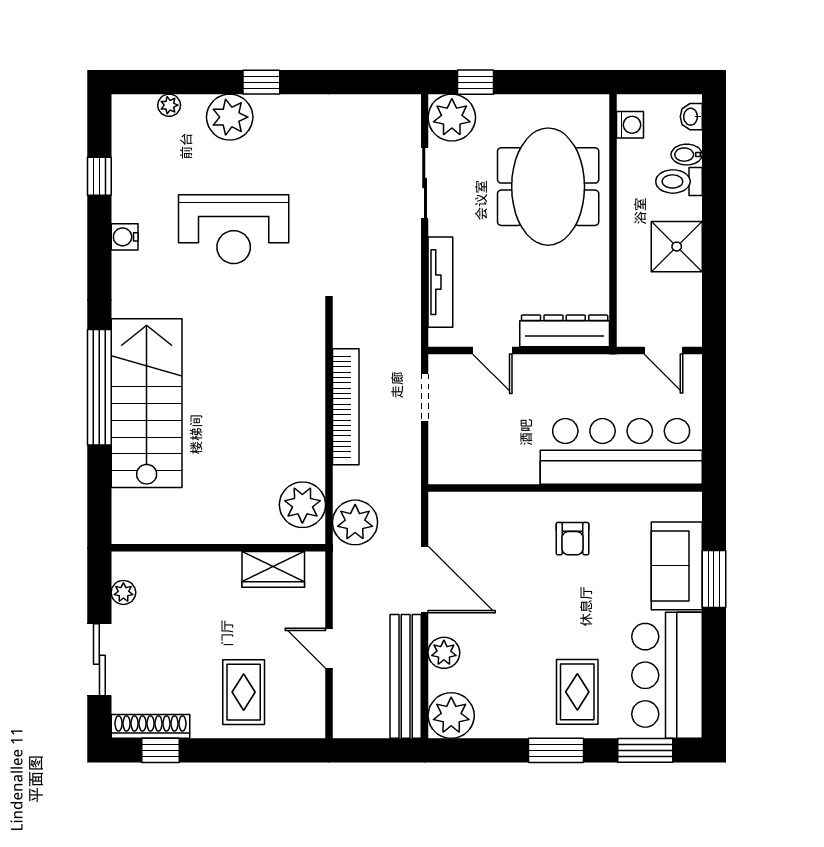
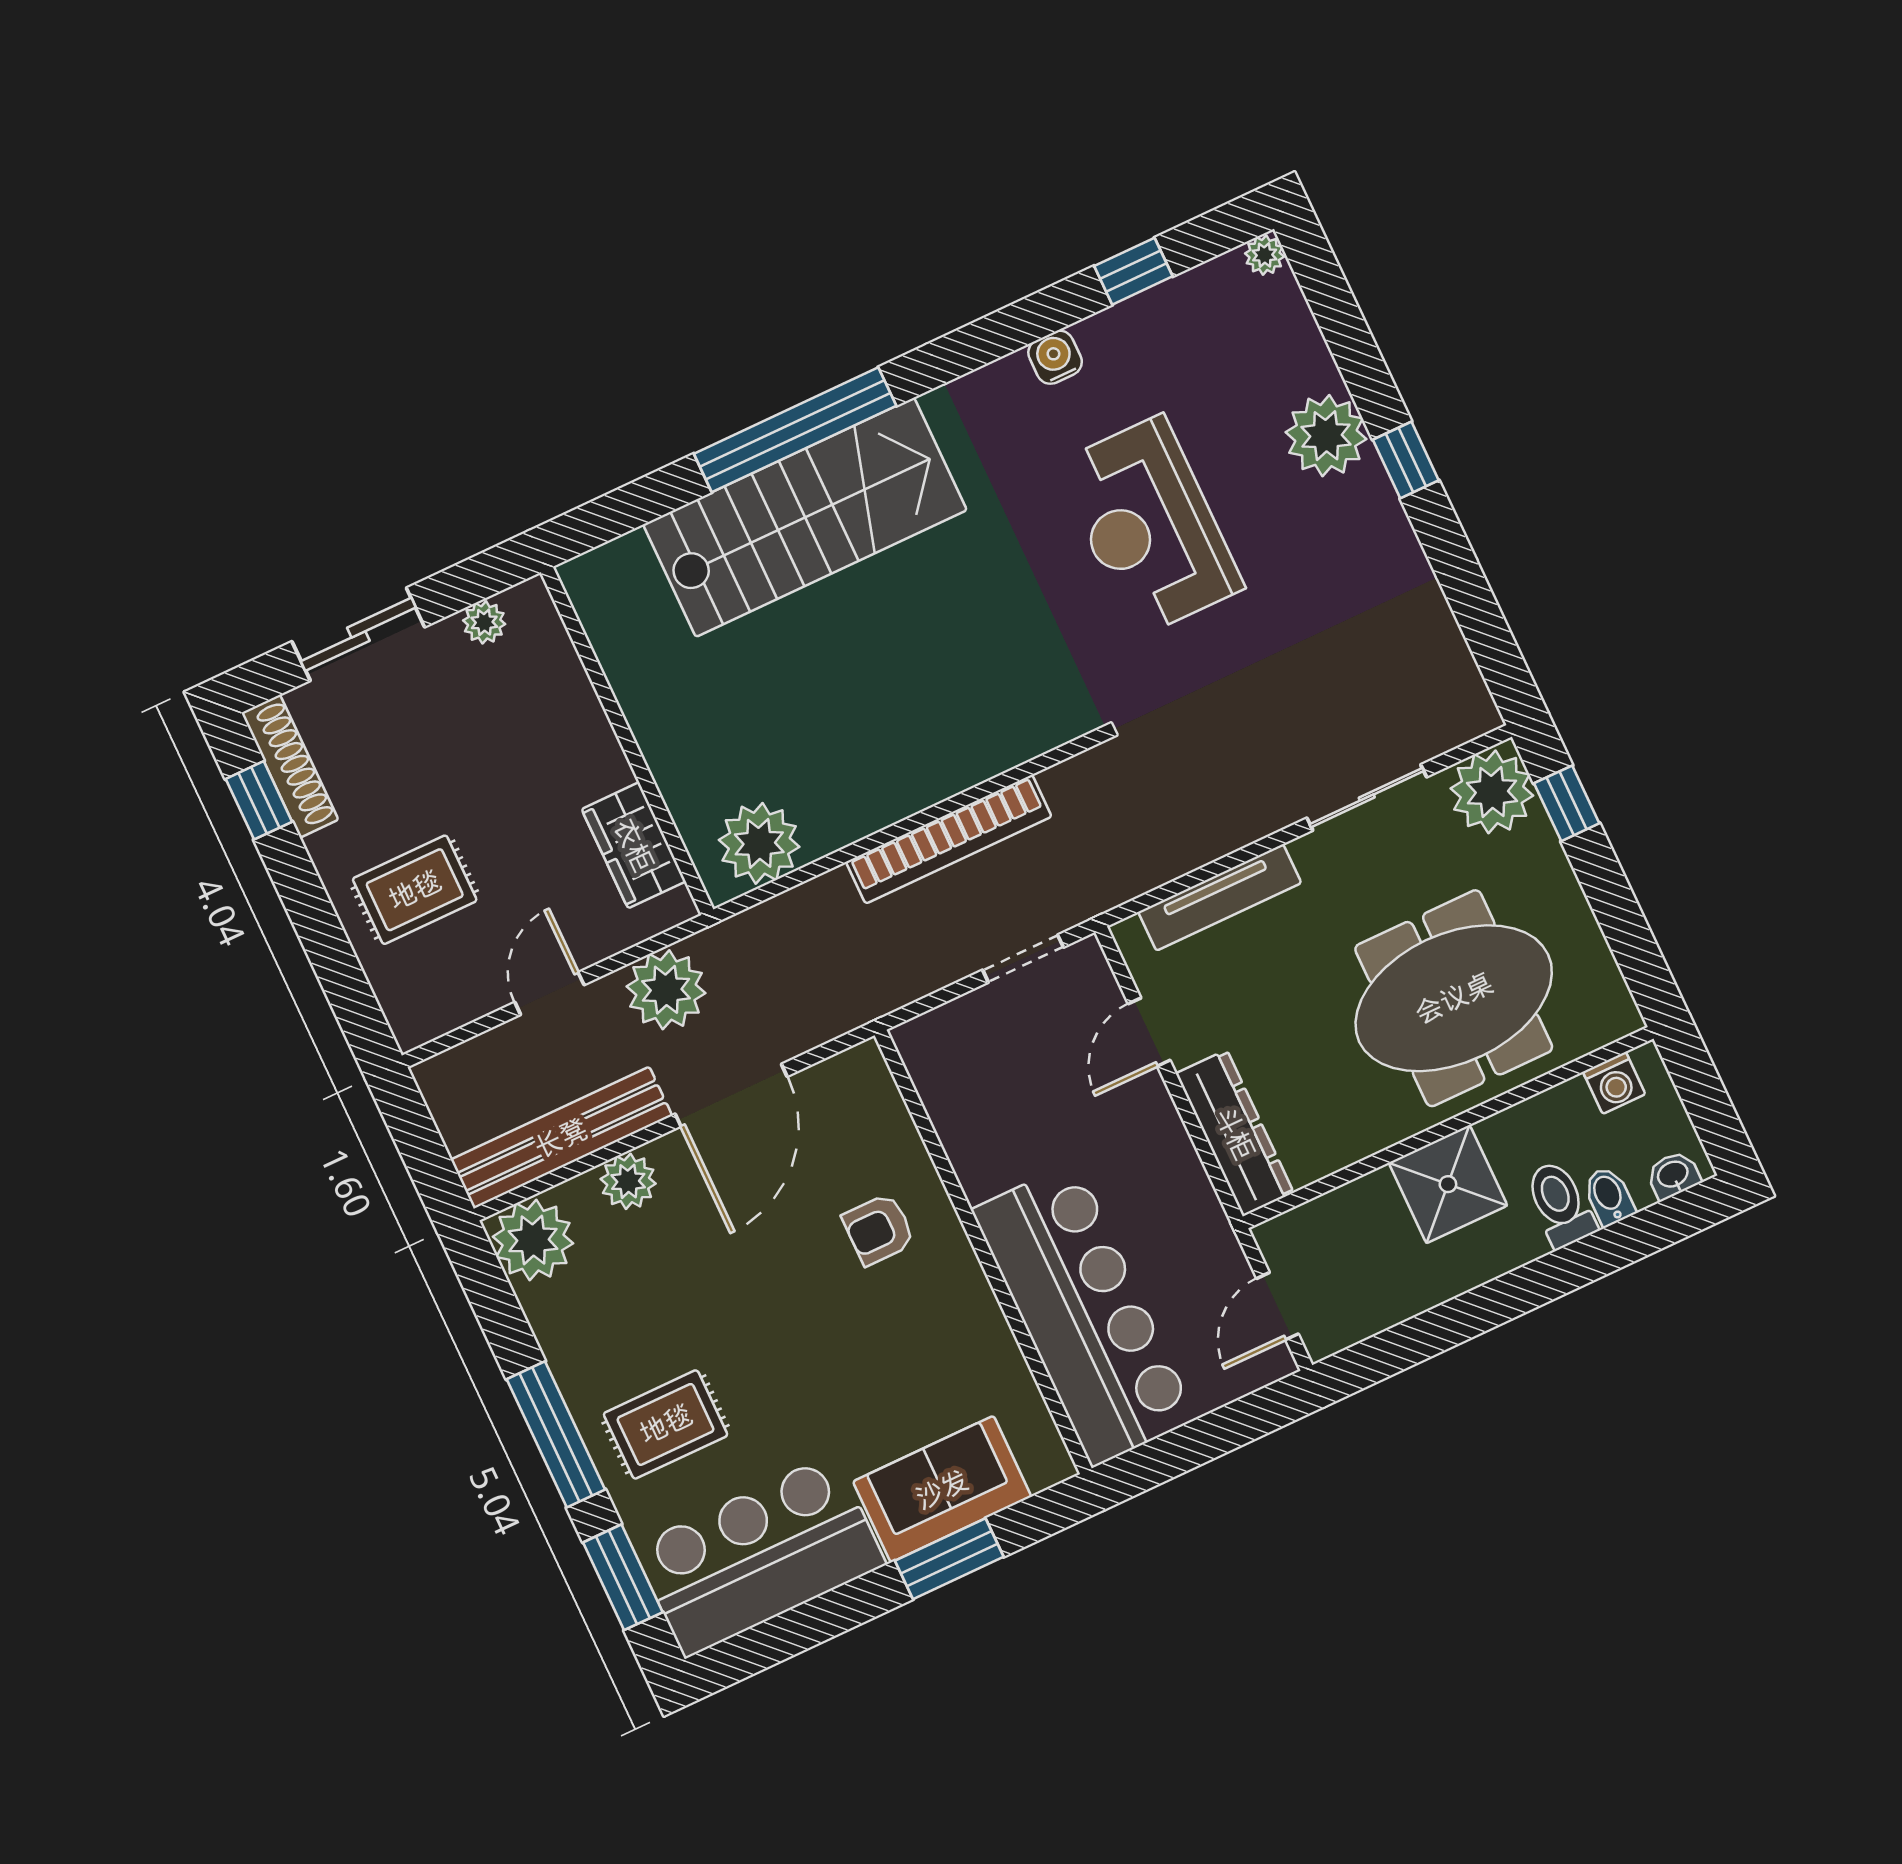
plant: (169, 105) -> (1265, 255), moved
shower: (677, 247) -> (1448, 1184), moved
plant: (355, 522) -> (666, 990), moved
armchair: (572, 539) -> (879, 1229), moved
window: (556, 750) -> (556, 1434), width x1.44

